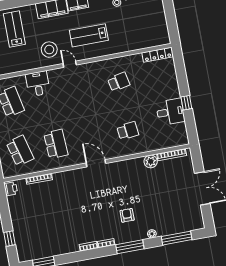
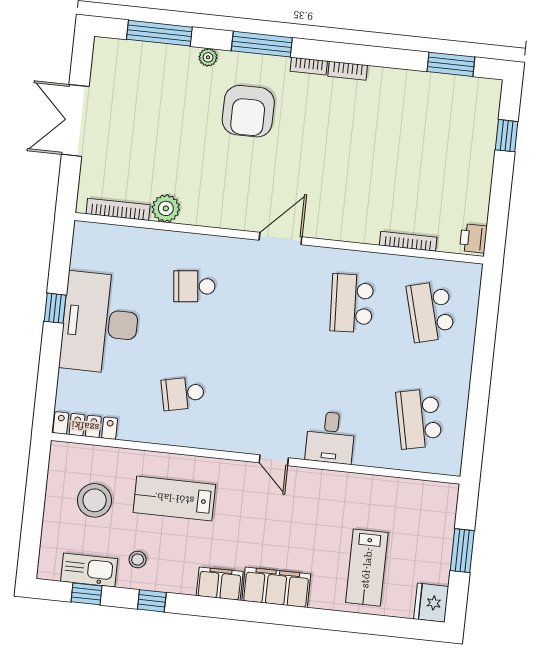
lab bench: (89, 35) -> (174, 498), moved, turned 180
stool: (49, 50) -> (95, 500), moved
desk: (38, 84) -> (330, 437), moved
desk: (170, 112) -> (100, 323), width x1.87, depth x1.30
door: (96, 163) -> (281, 238), swing flipped
armchair: (127, 215) -> (248, 111), width x1.88, depth x1.88

